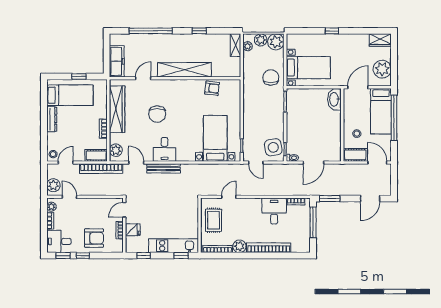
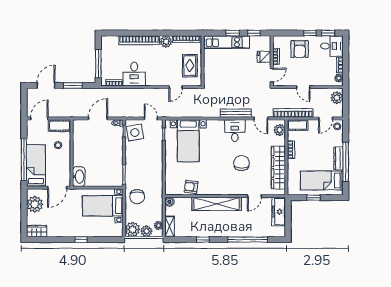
boiler: (236, 72) -> (169, 202), added
window: (44, 115) -> (346, 162), added
door: (377, 163) -> (39, 119), swing flipped
door: (70, 197) -> (303, 87), moved
window: (330, 199) -> (73, 85), moved
armchair: (94, 238) -> (300, 49), turned -90
window: (181, 256) -> (233, 33), moved

